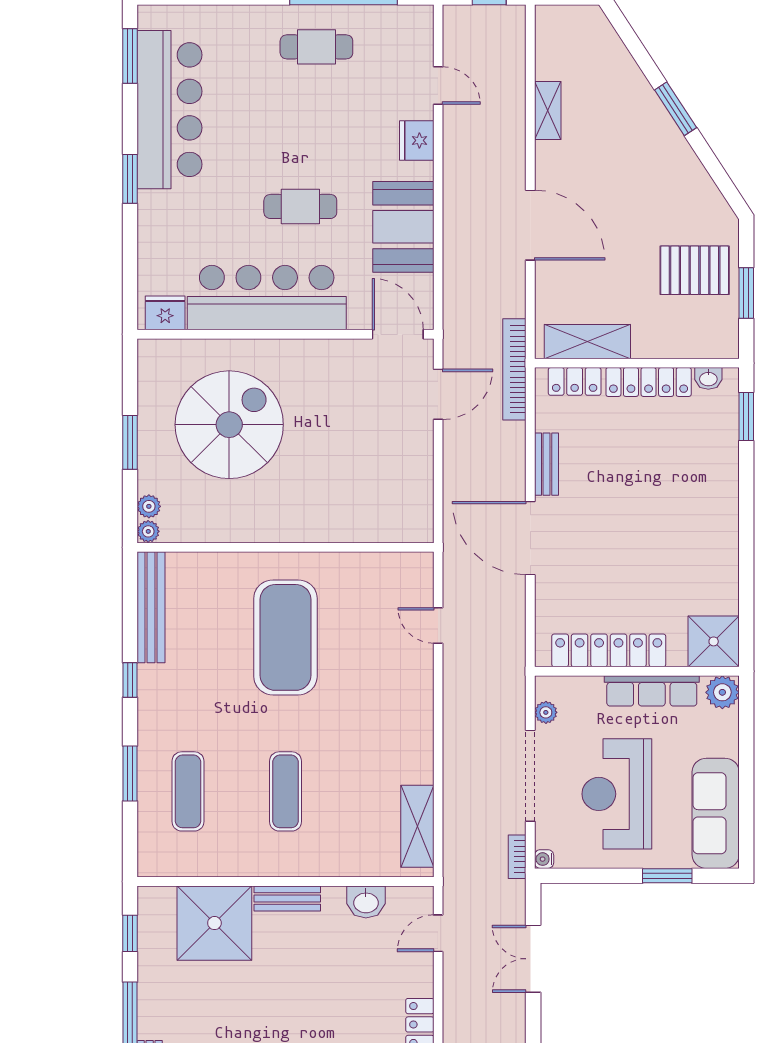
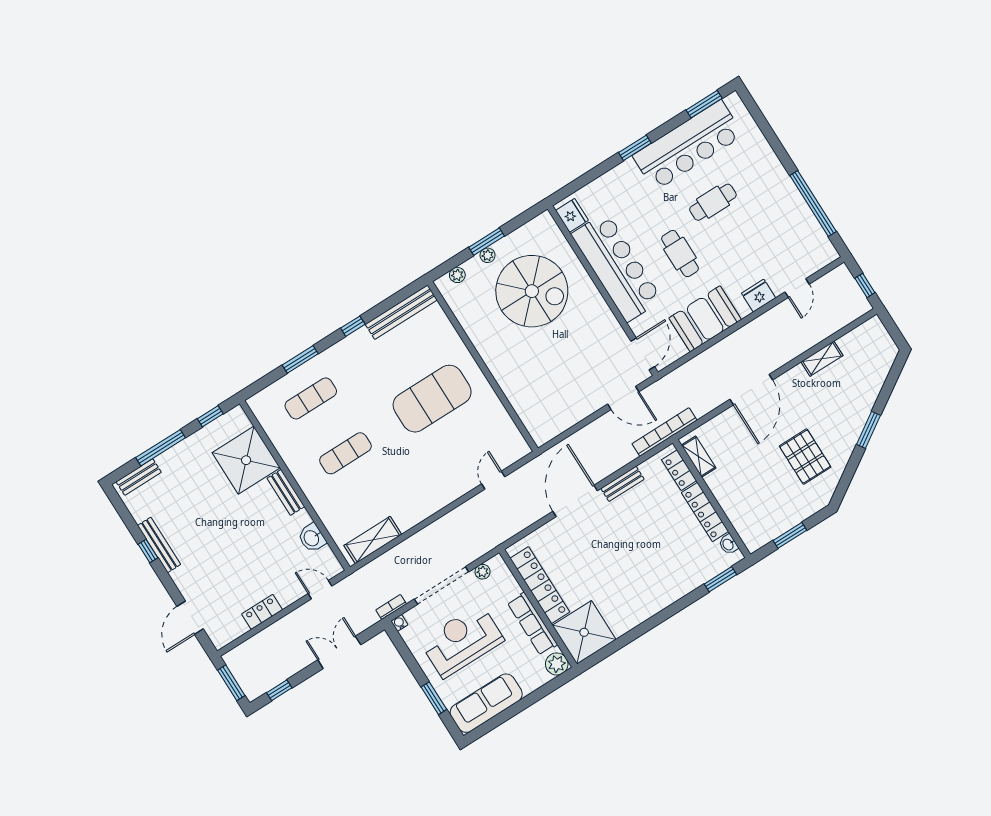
cafe table: (316, 47) -> (713, 202), moved, turned 90
pallet: (695, 270) -> (805, 457), moved
shelving: (587, 342) -> (699, 457), width x0.67, depth x0.75
plant: (148, 531) -> (488, 255), moved
shower: (714, 641) -> (584, 632), width x1.37, depth x1.37

